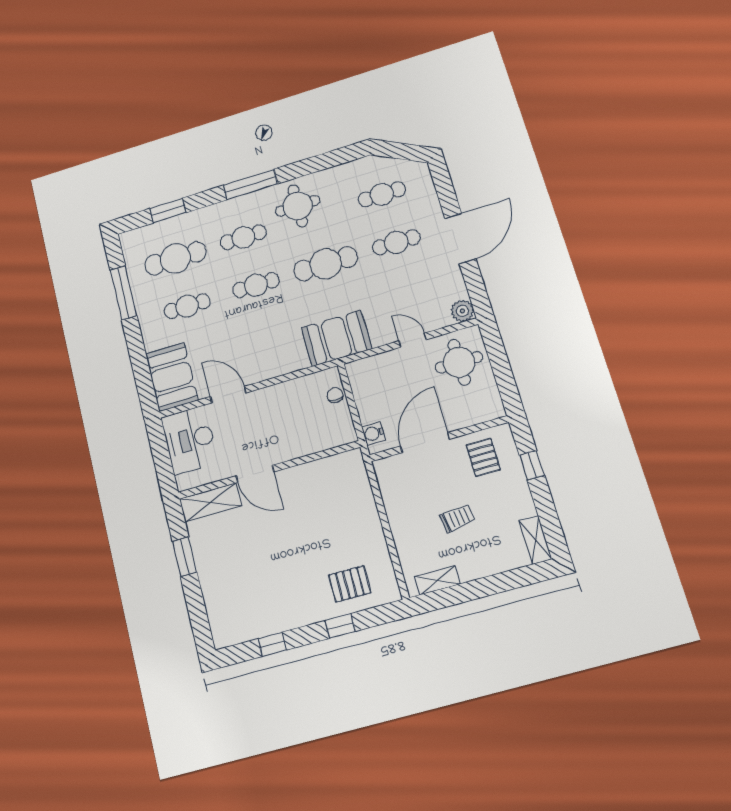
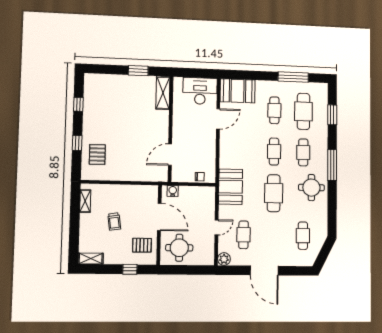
cafe table: (396, 242) -> (243, 235), moved
round table: (459, 362) -> (179, 248), moved
door: (255, 474) -> (170, 155), moved

